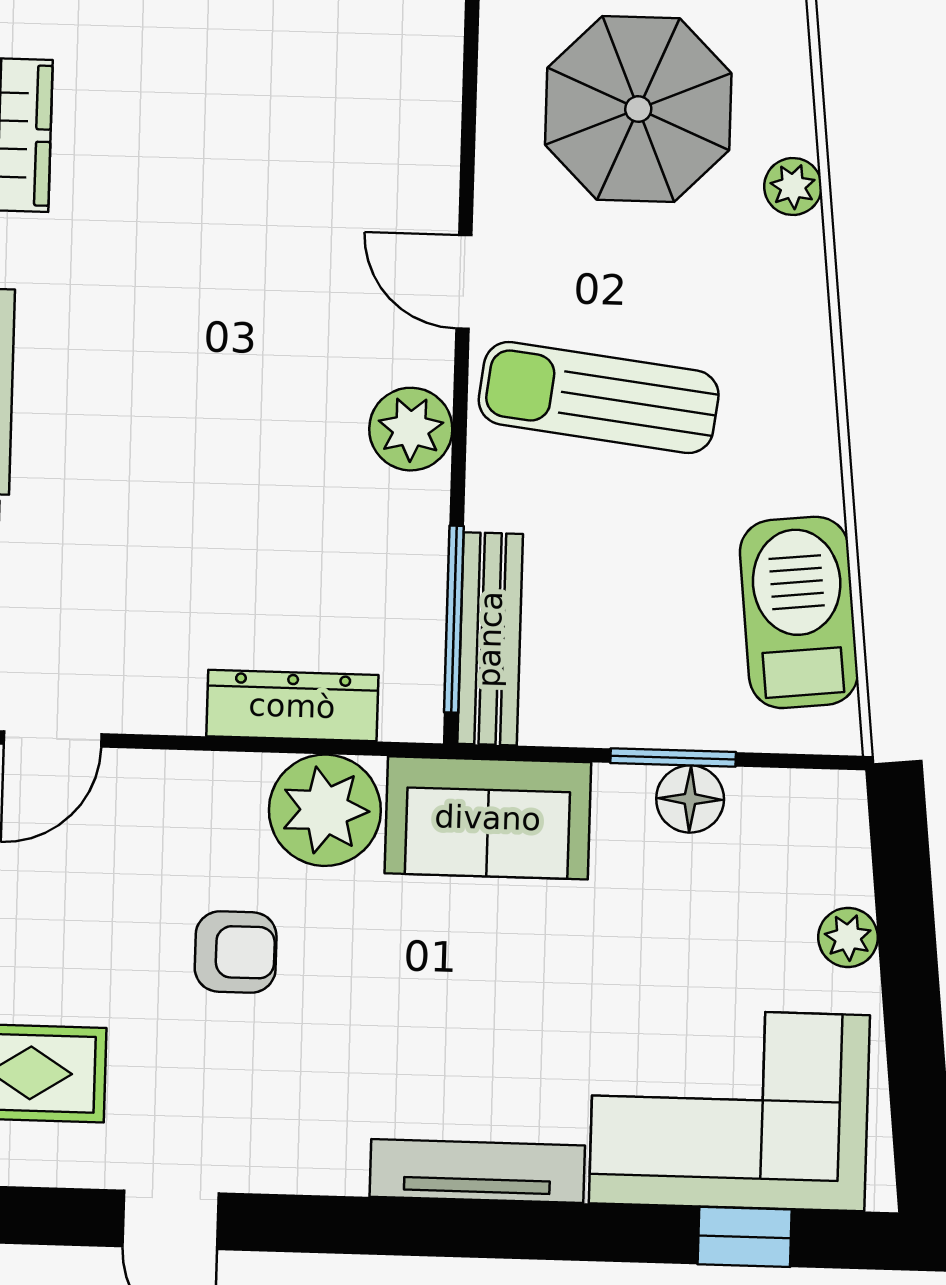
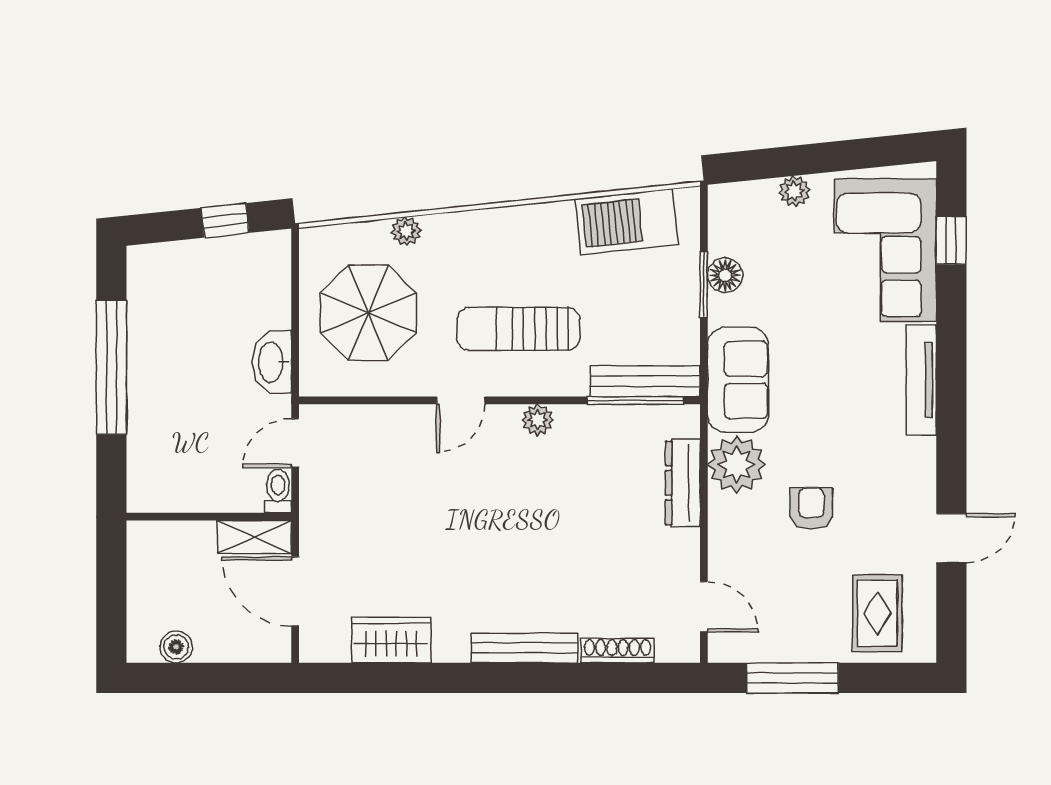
sun lounger: (599, 397) -> (518, 329), turned 83
plant: (411, 429) -> (538, 420), width x0.73, depth x0.73

